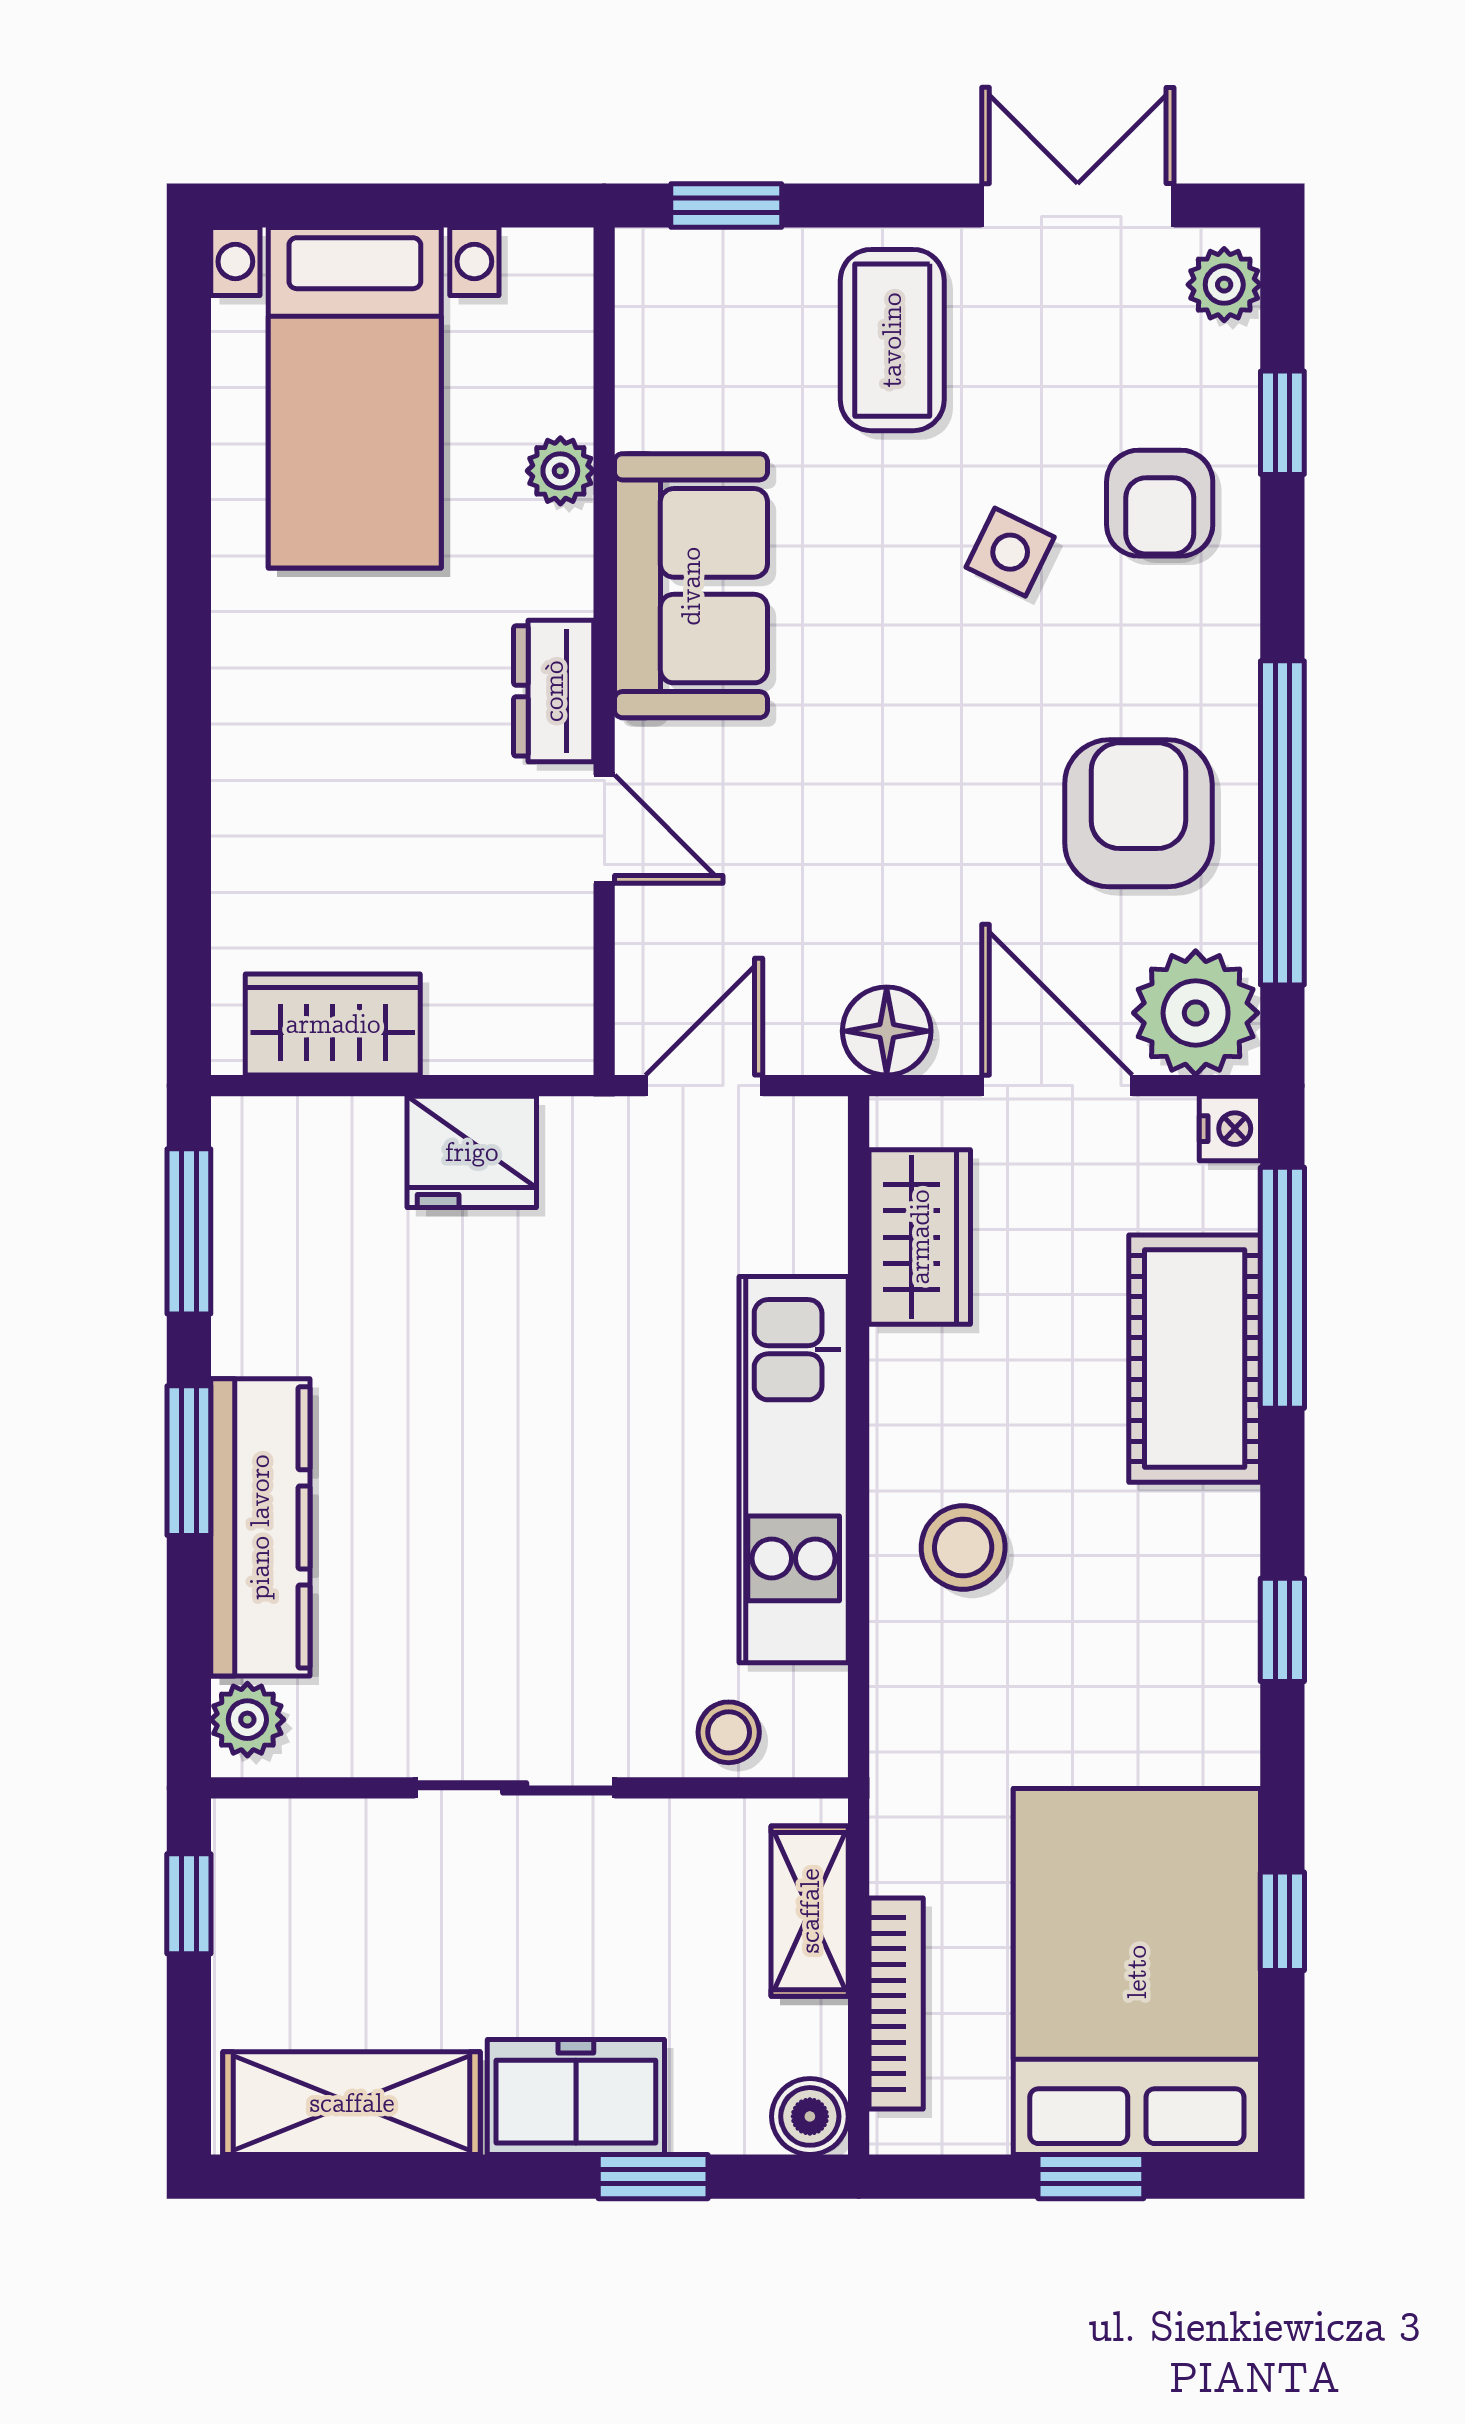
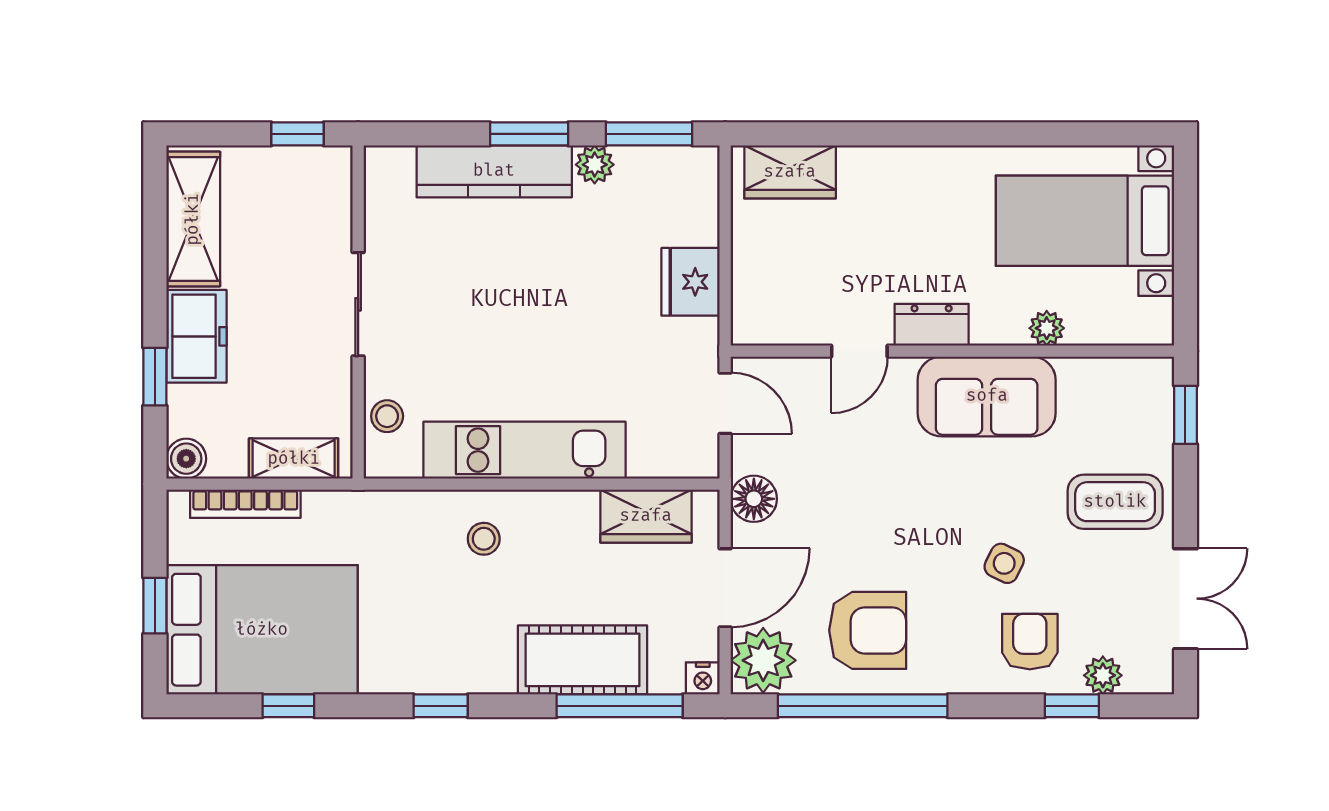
plant: (1224, 285) -> (1103, 675), moved
armchair: (1160, 503) -> (1030, 642), turned 90
wardrobe: (333, 1024) -> (790, 172), moved, turned 90
stool: (963, 1548) -> (484, 539), width x0.73, depth x0.73
plant: (247, 1720) -> (595, 165), moved

